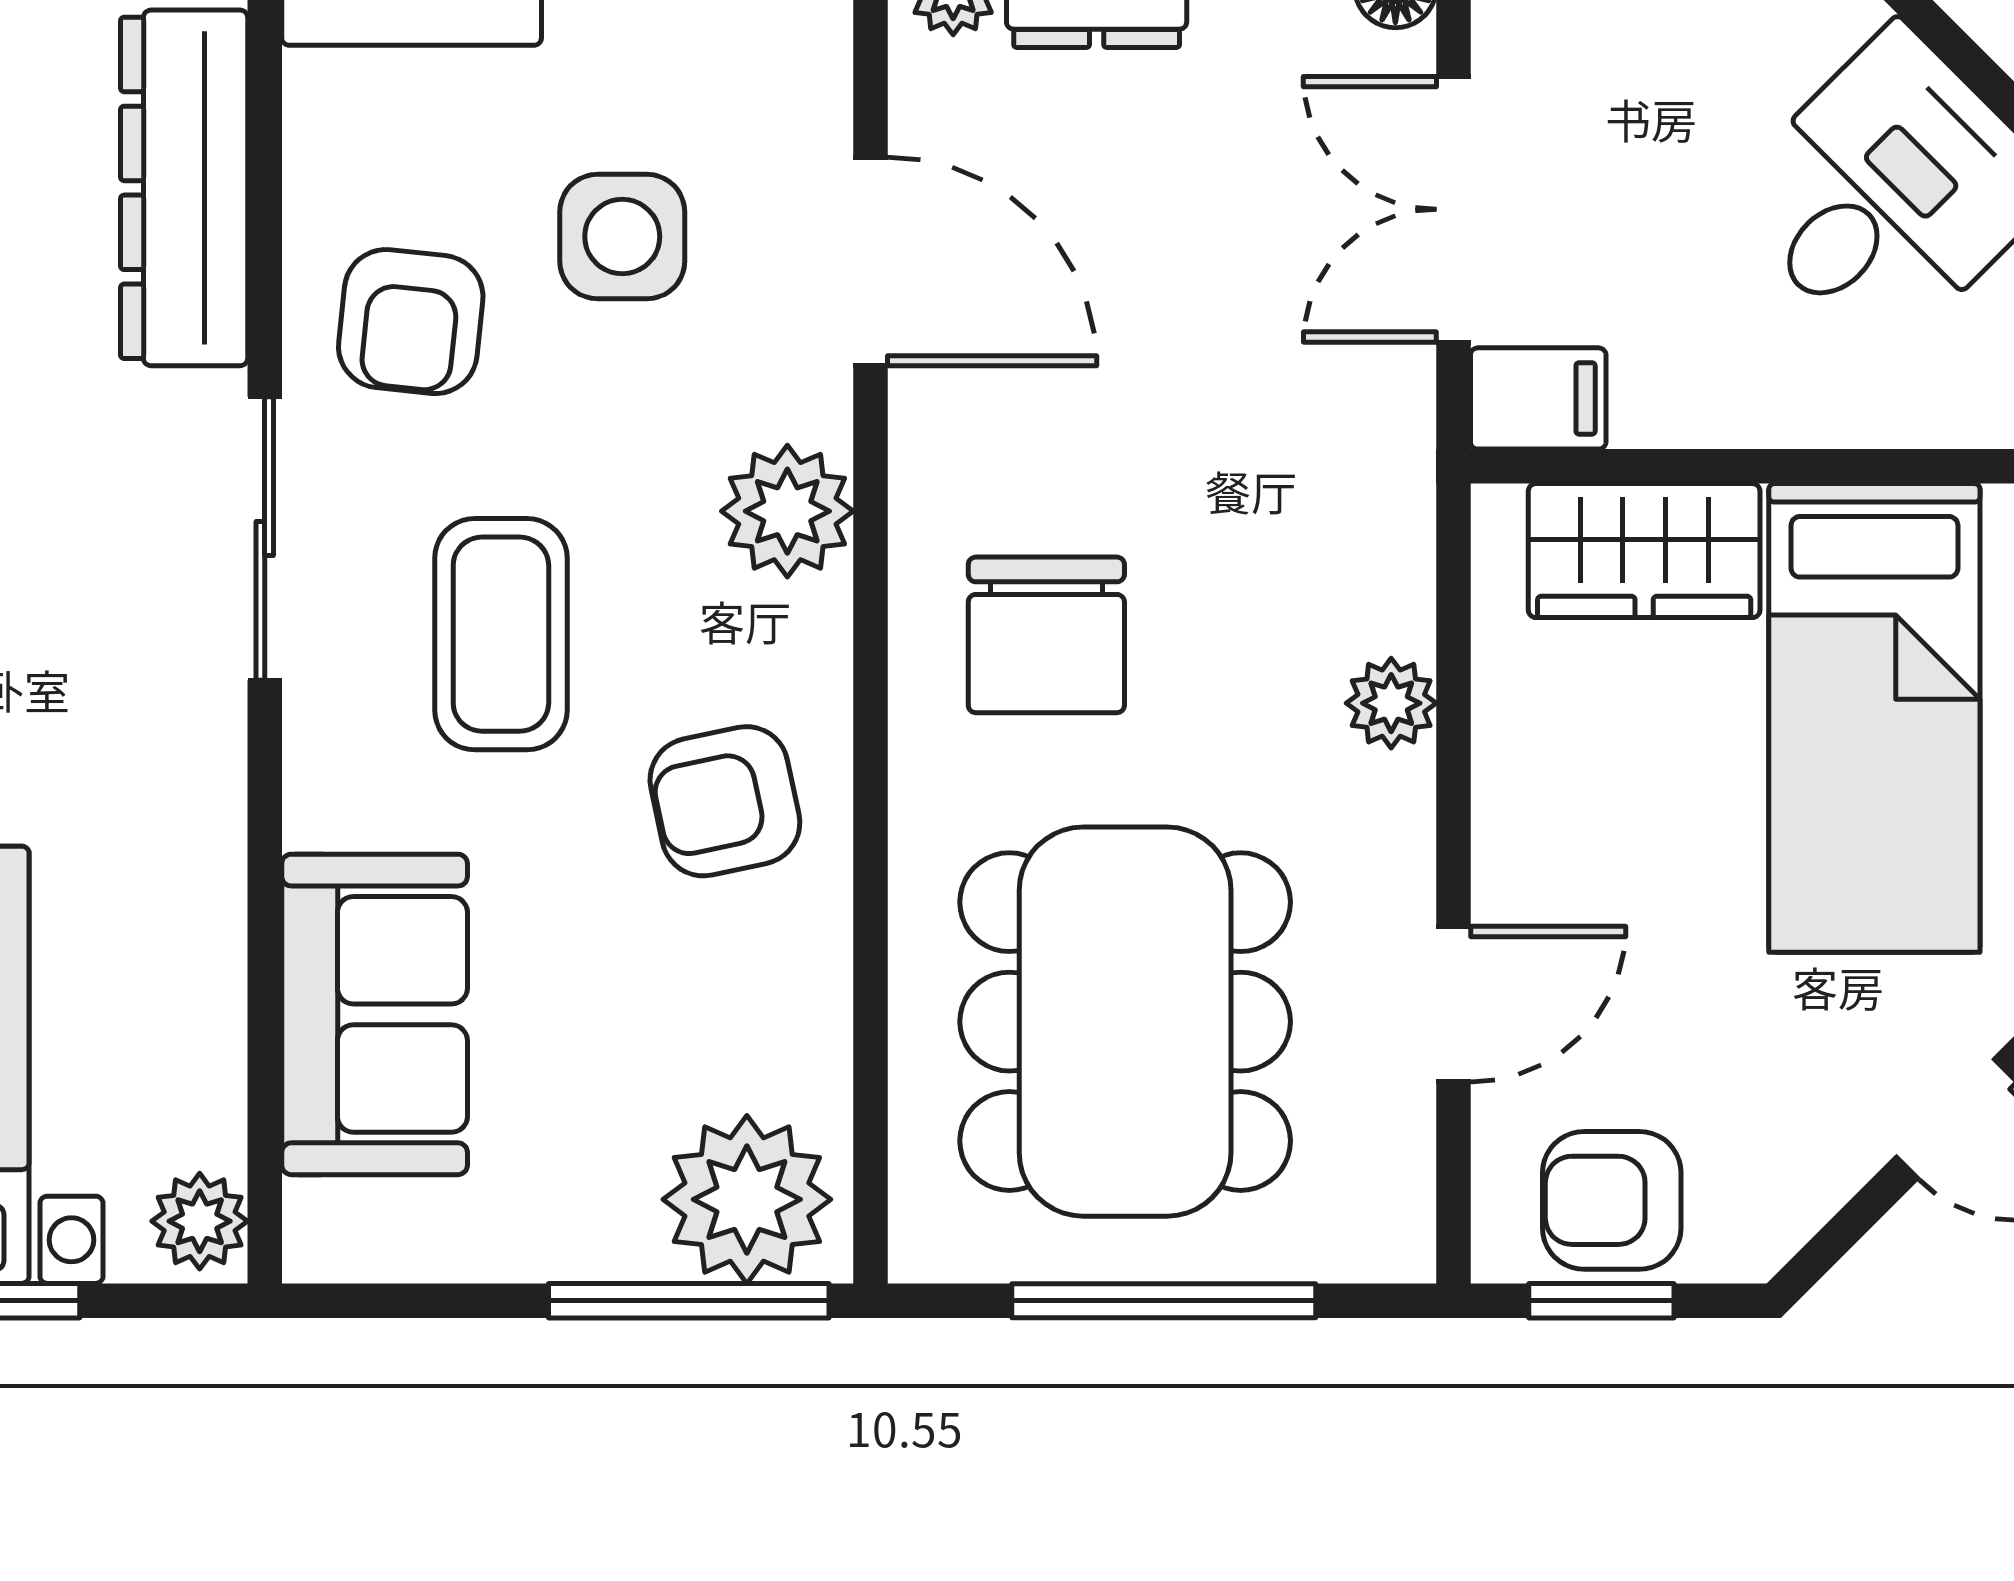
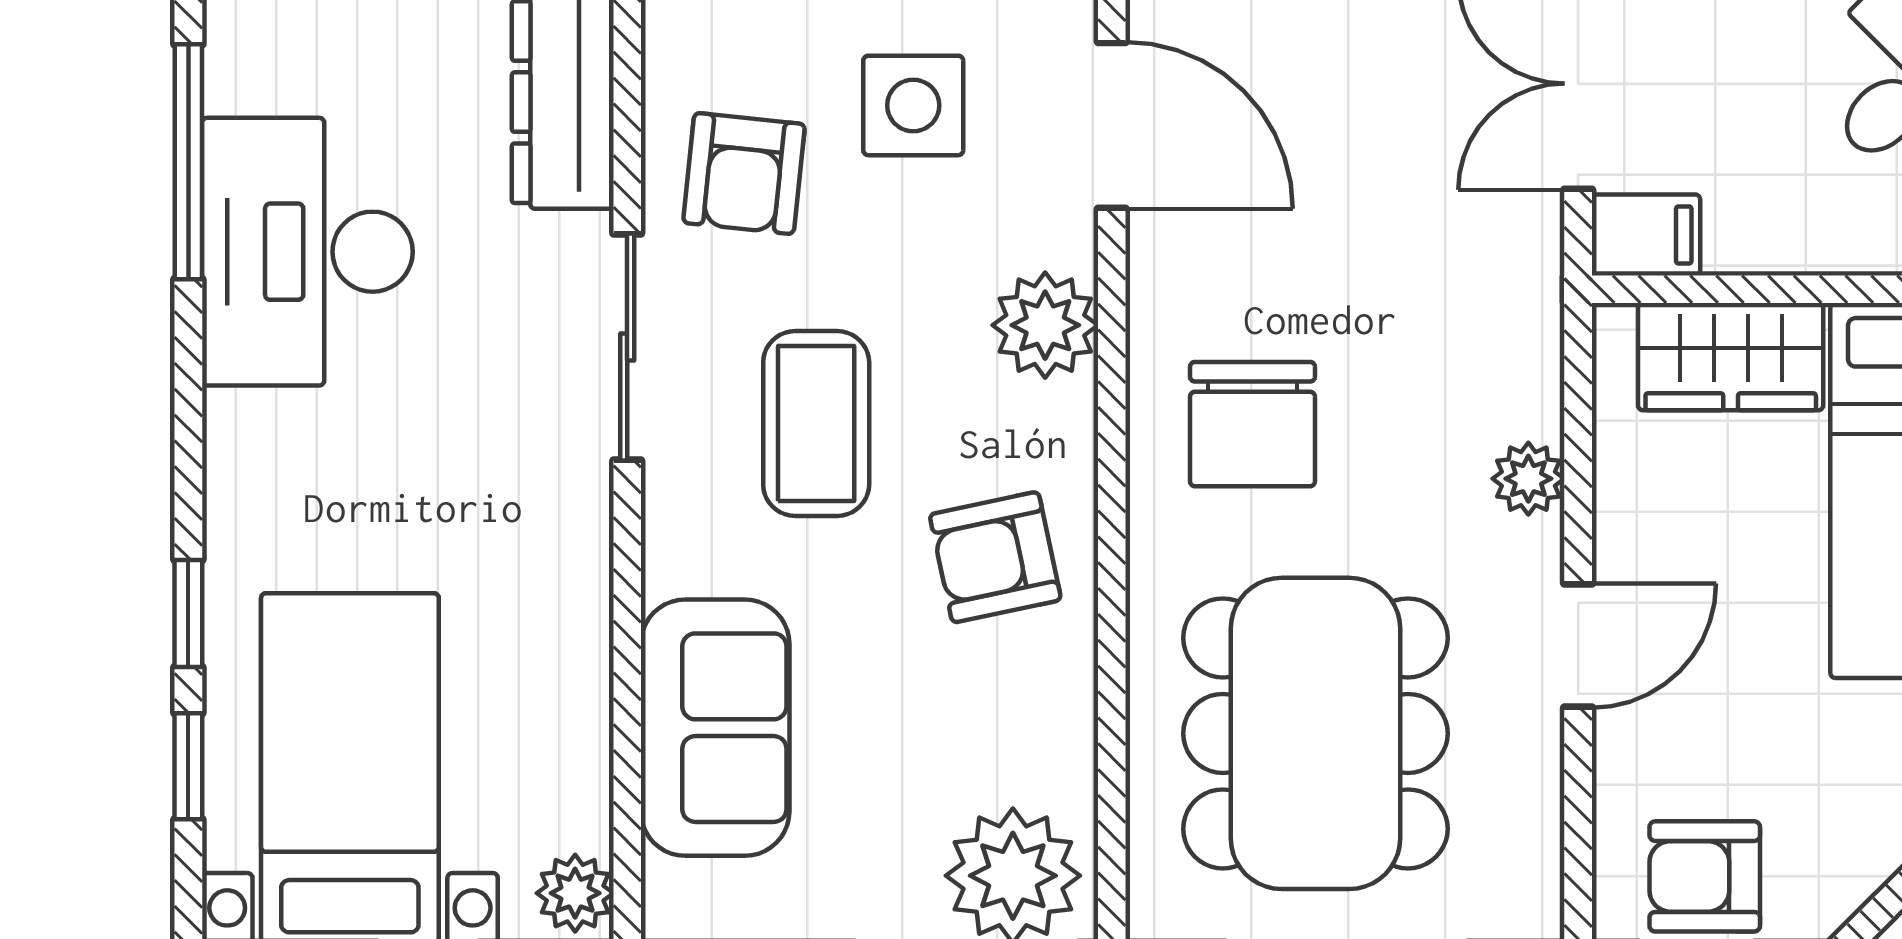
door: (1453, 1004) -> (1578, 646), moved

